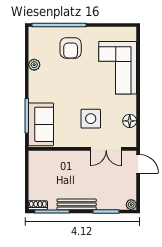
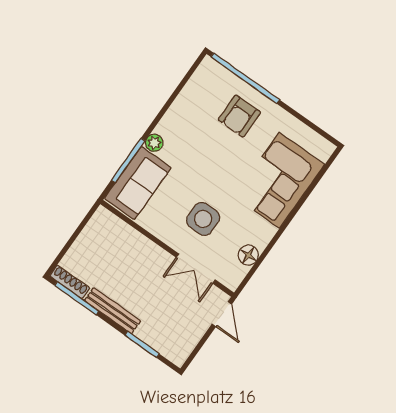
plant: (34, 65) -> (154, 143), moved
shoe rack: (38, 205) -> (70, 282), width x1.43
plant: (131, 205) -> (178, 358), removed

